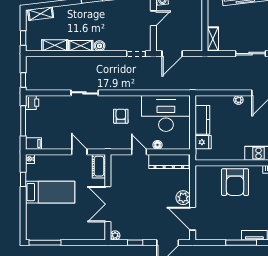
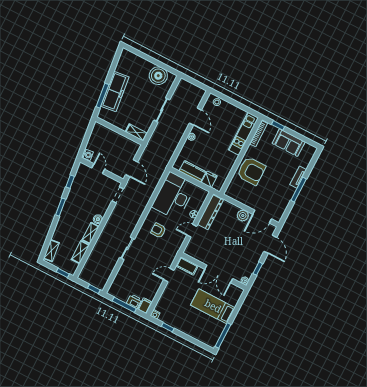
printer: (32, 103) -> (134, 301), moved
bed: (50, 192) -> (213, 306), moved, turned -90

